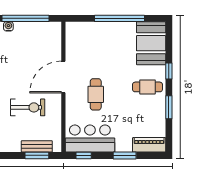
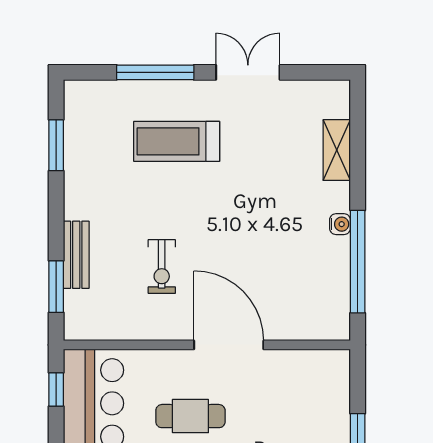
exercise bike: (28, 107) -> (162, 267), width x0.73, depth x0.72
bench: (37, 146) -> (76, 255), moved

